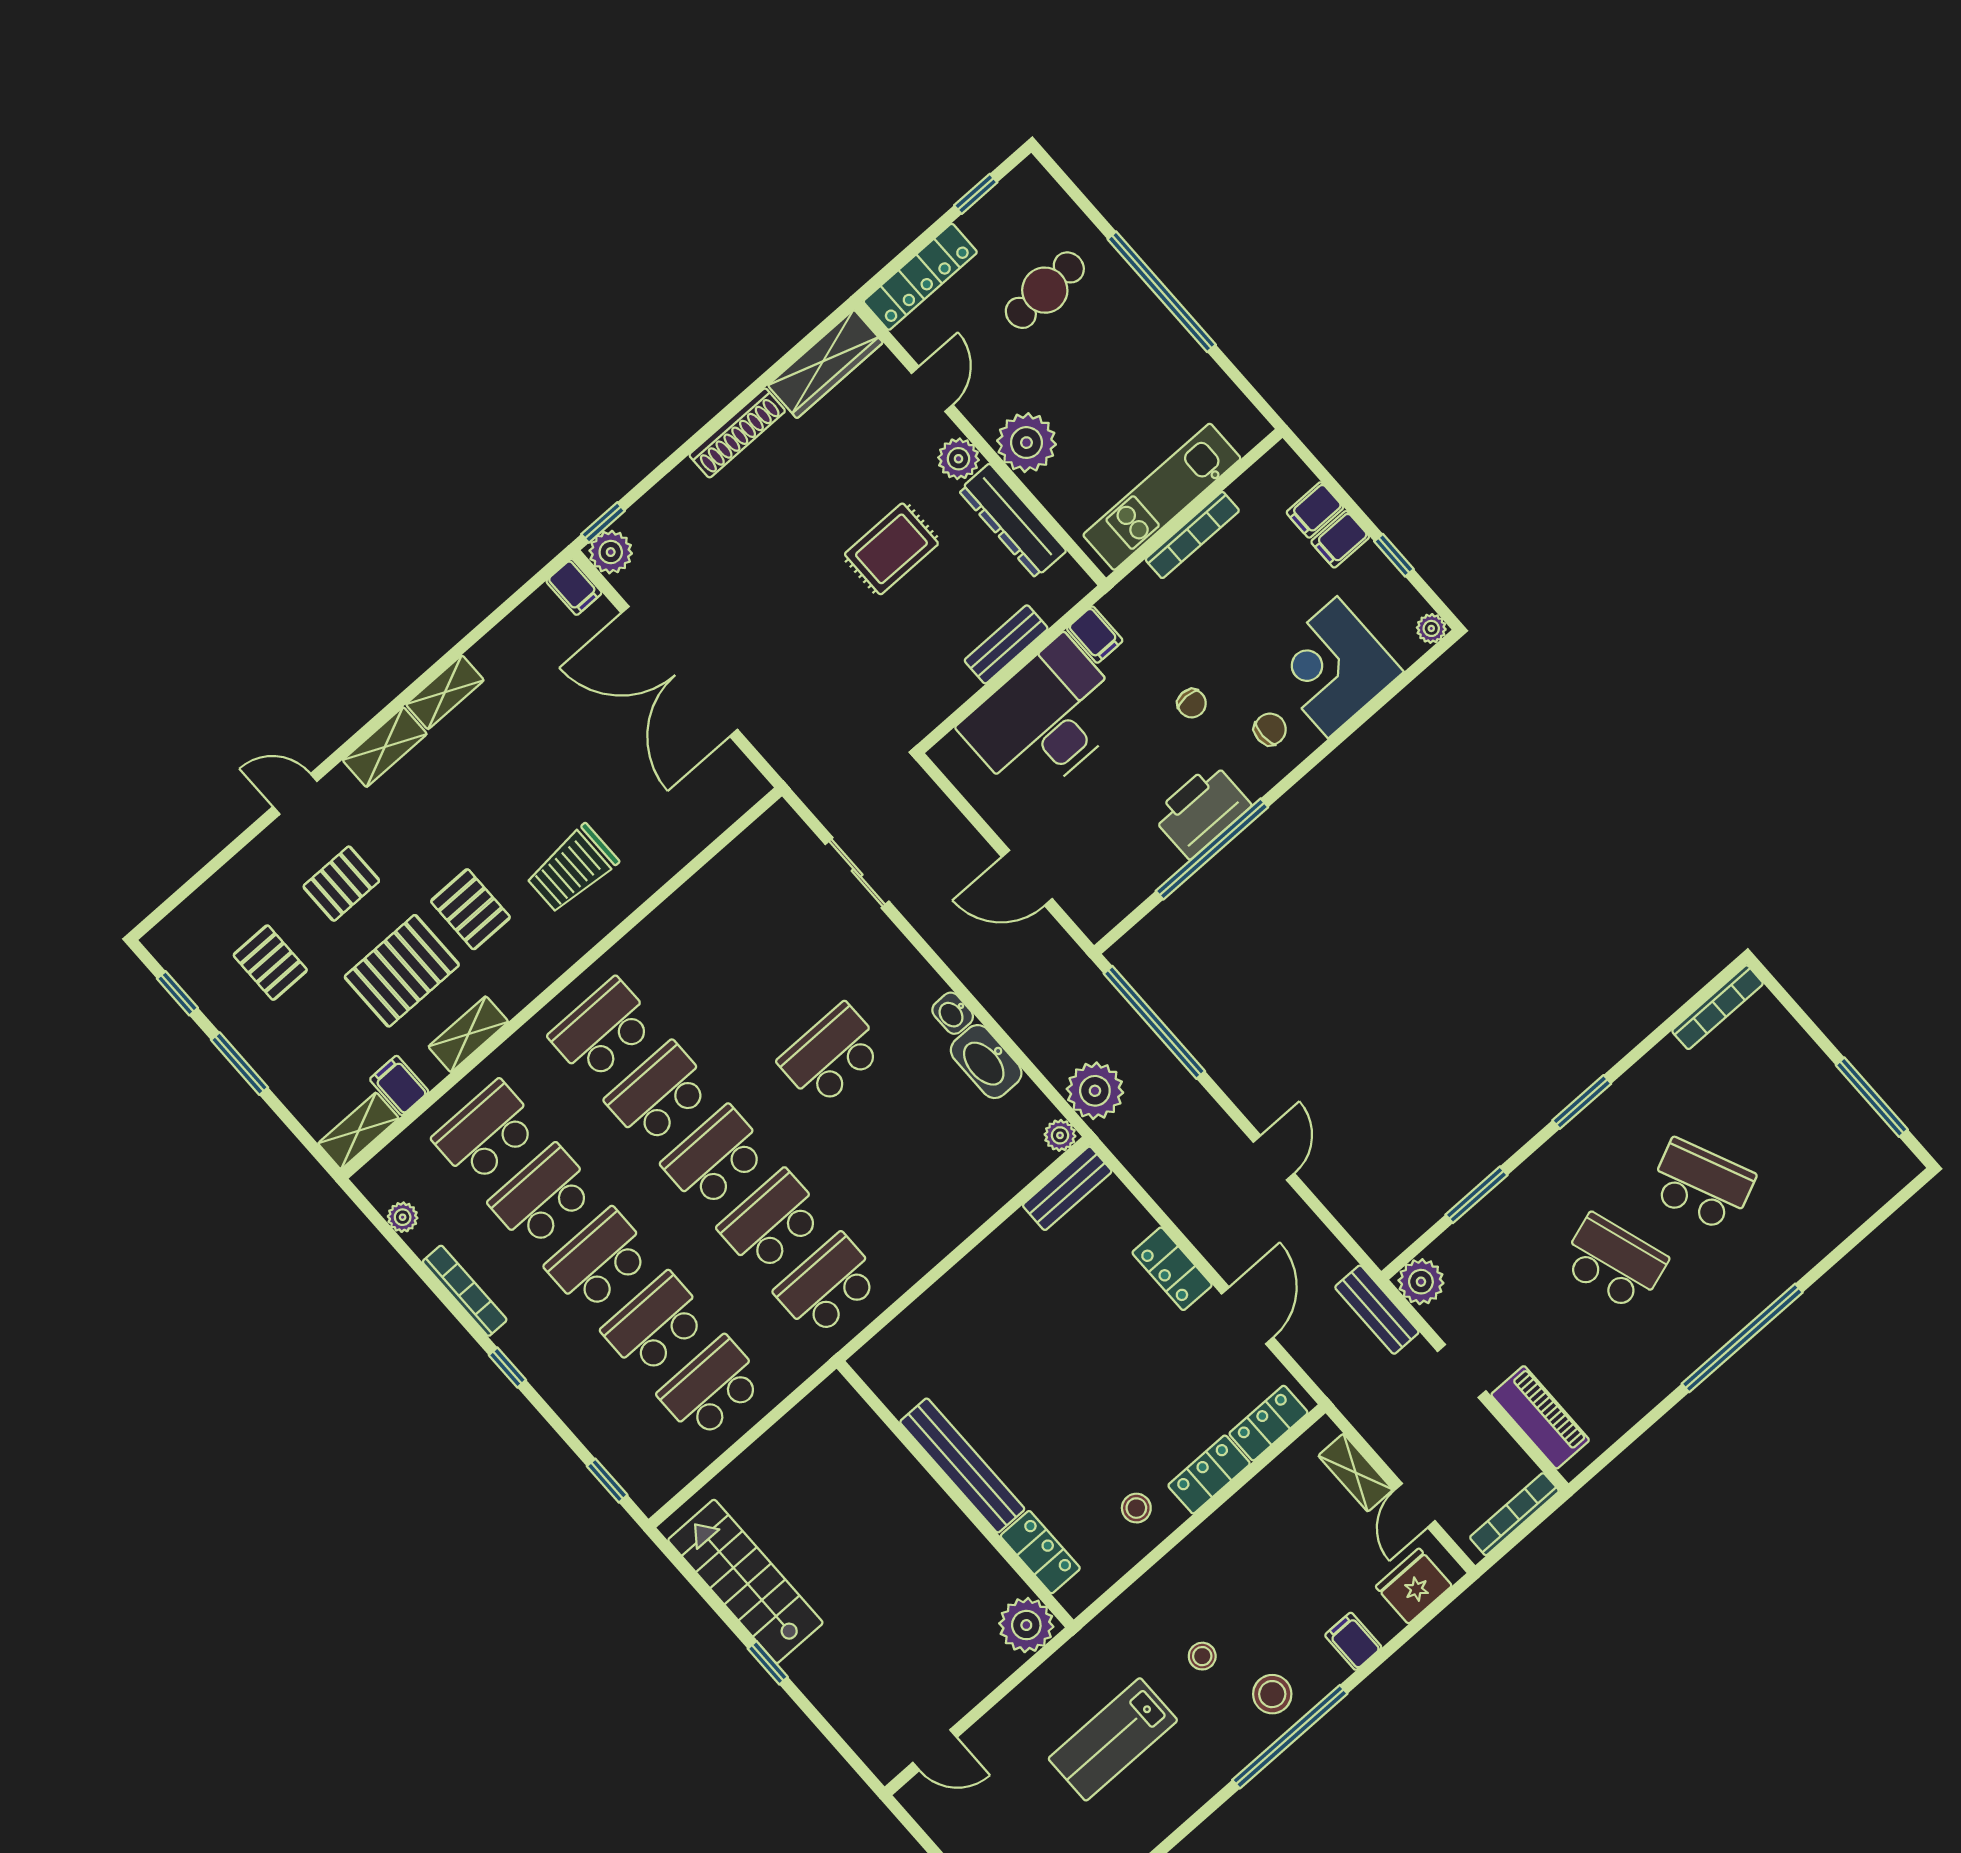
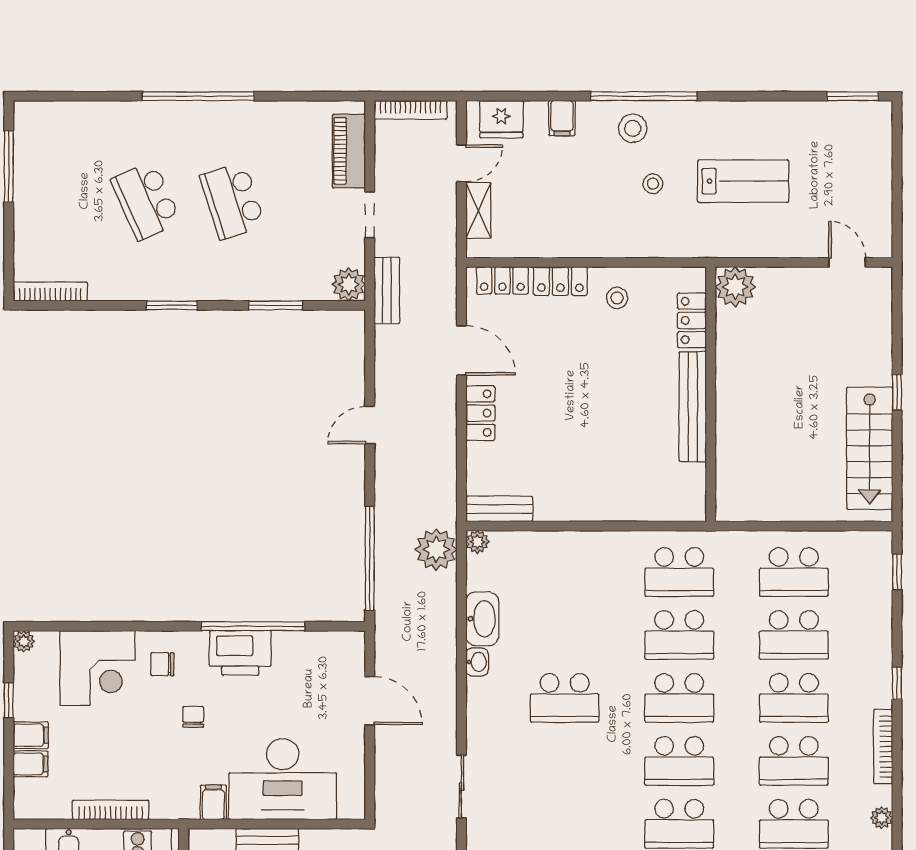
door: (1247, 1316) -> (461, 350), swing flipped

